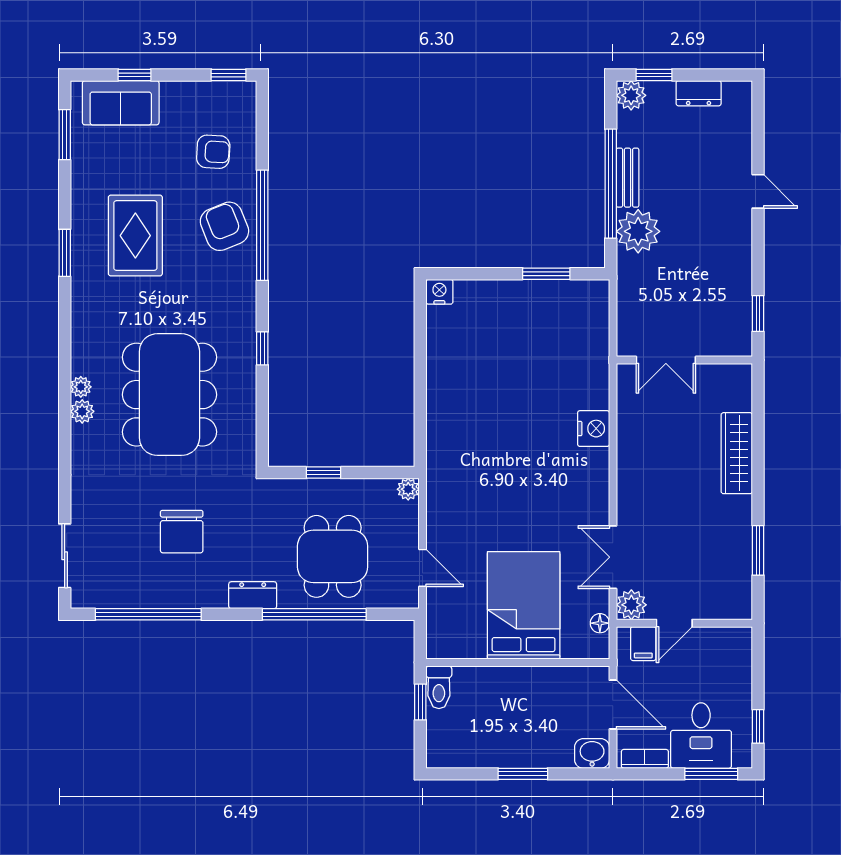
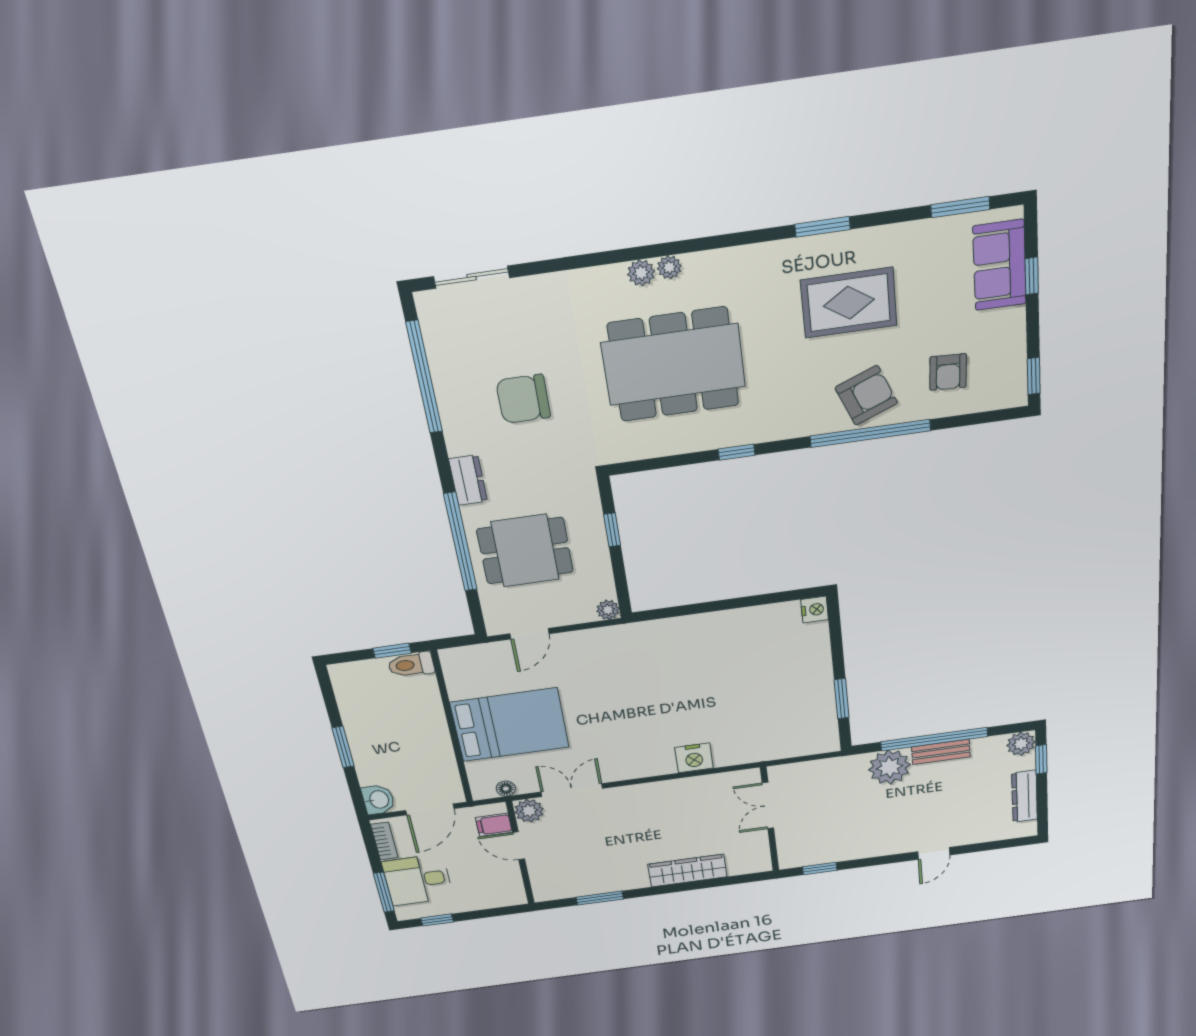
dresser: (699, 93) -> (1025, 796), width x1.44

